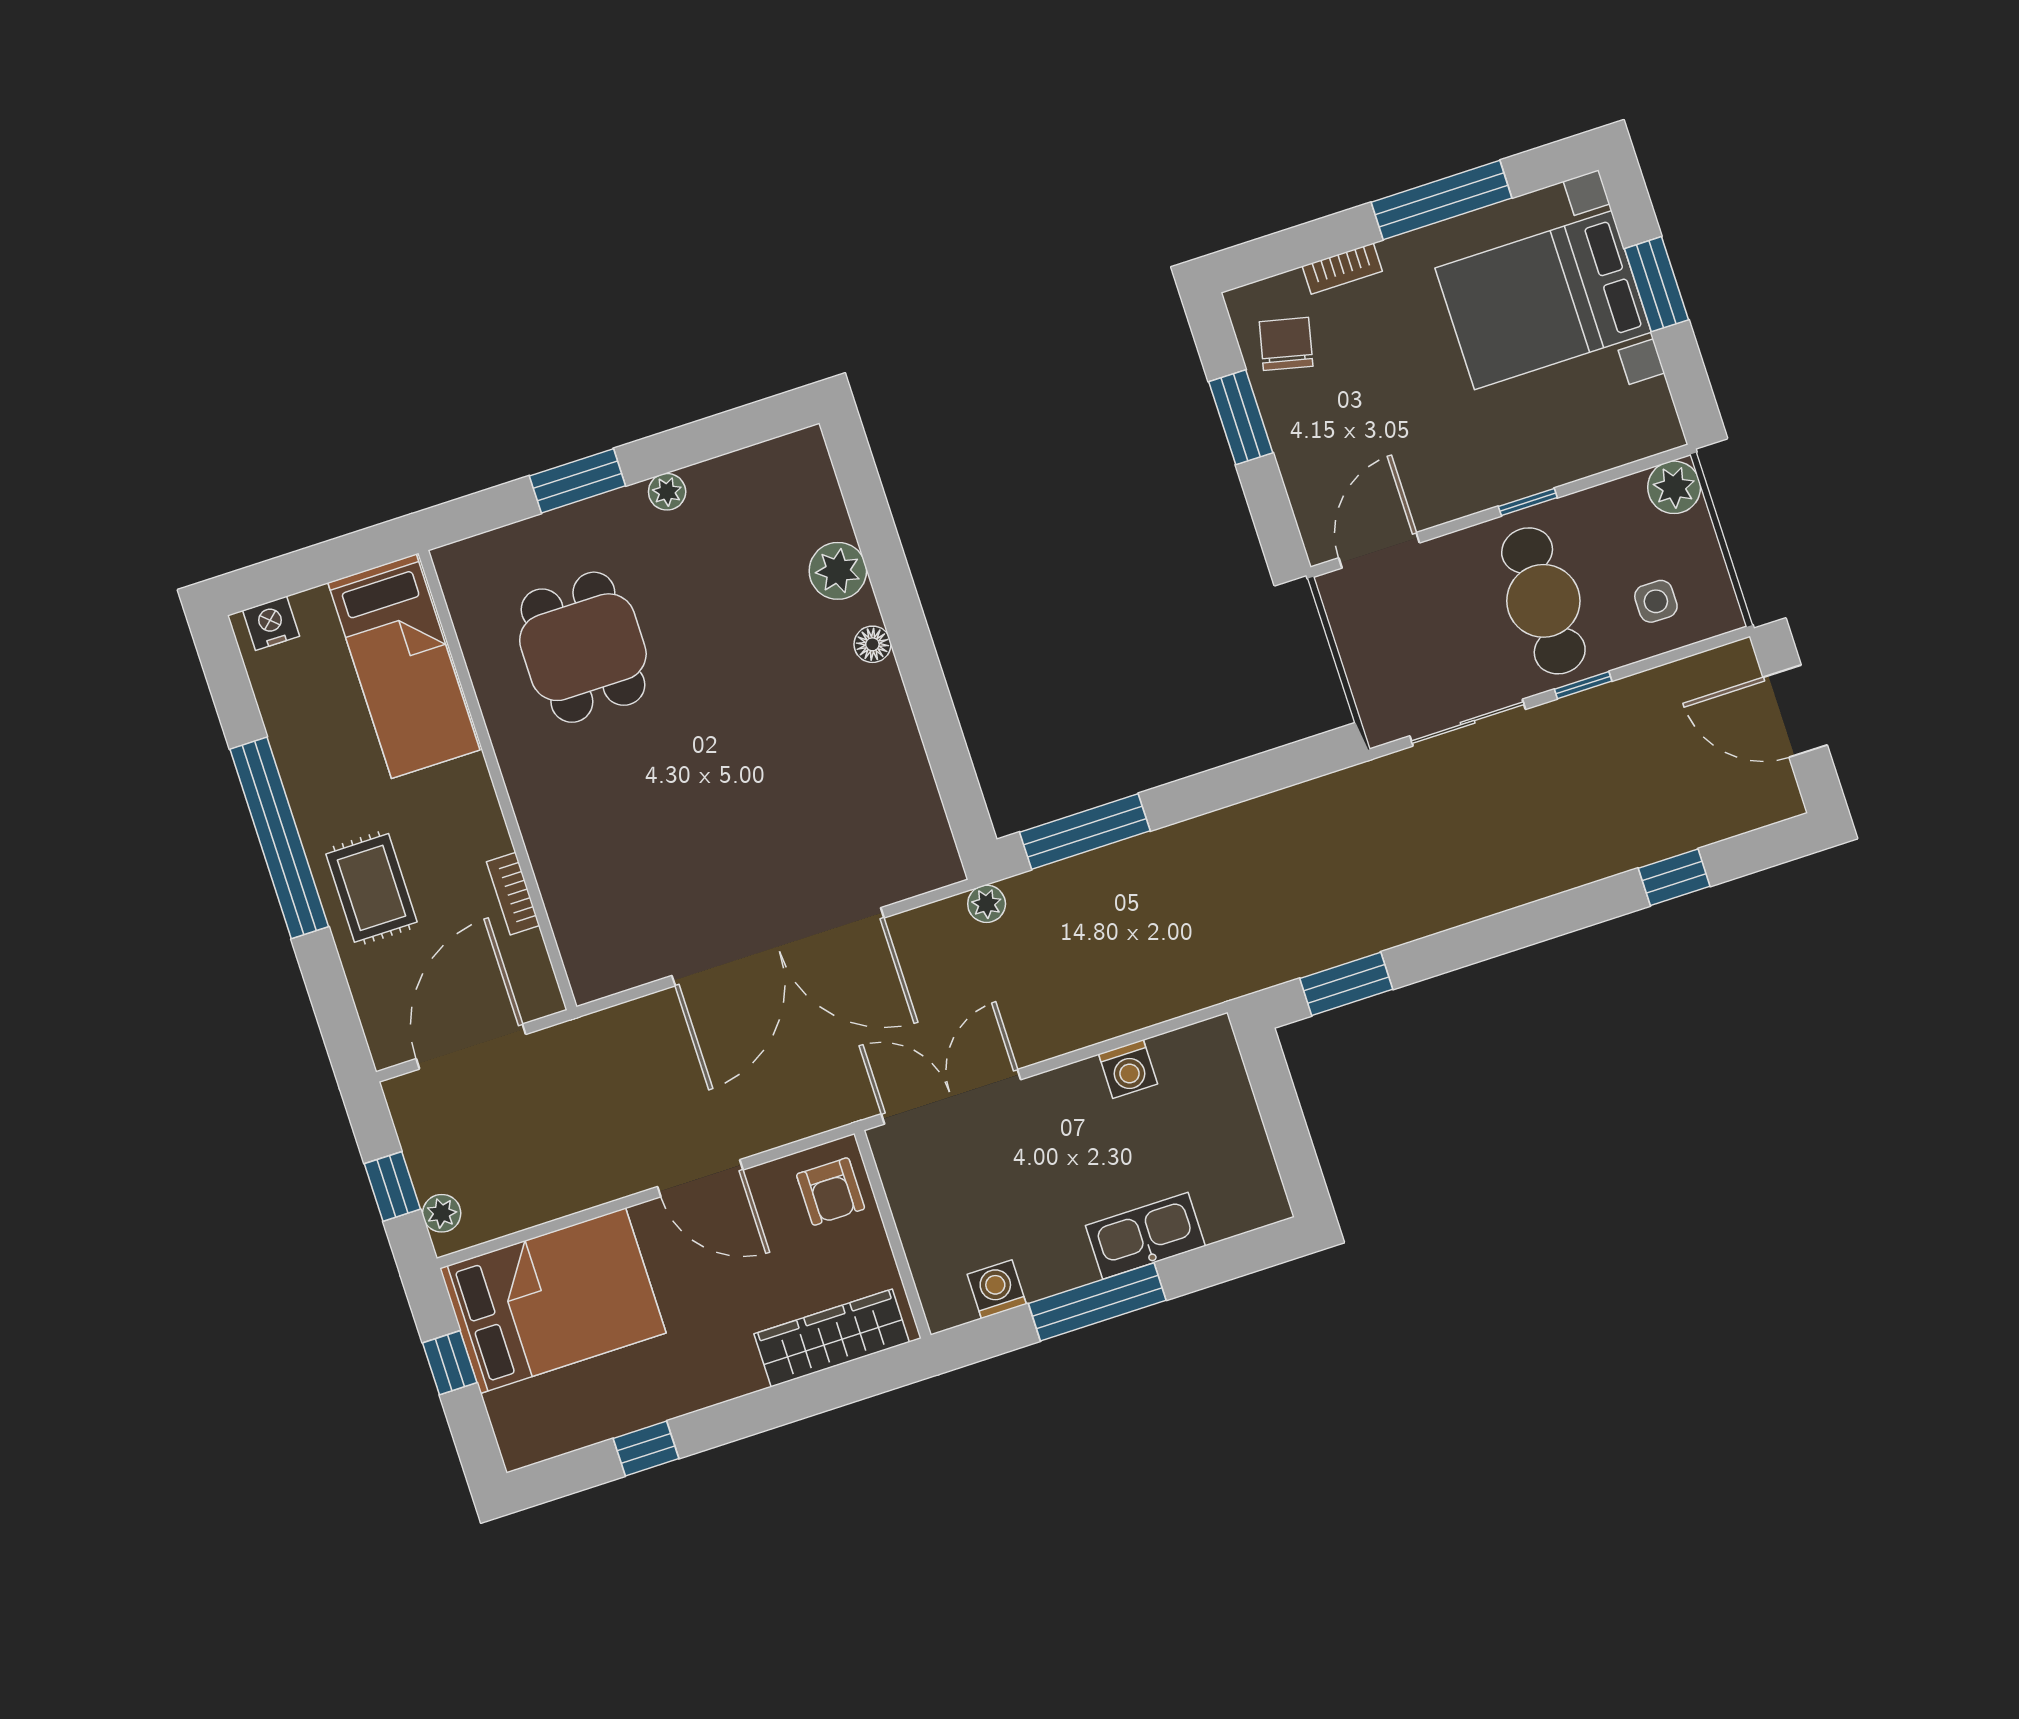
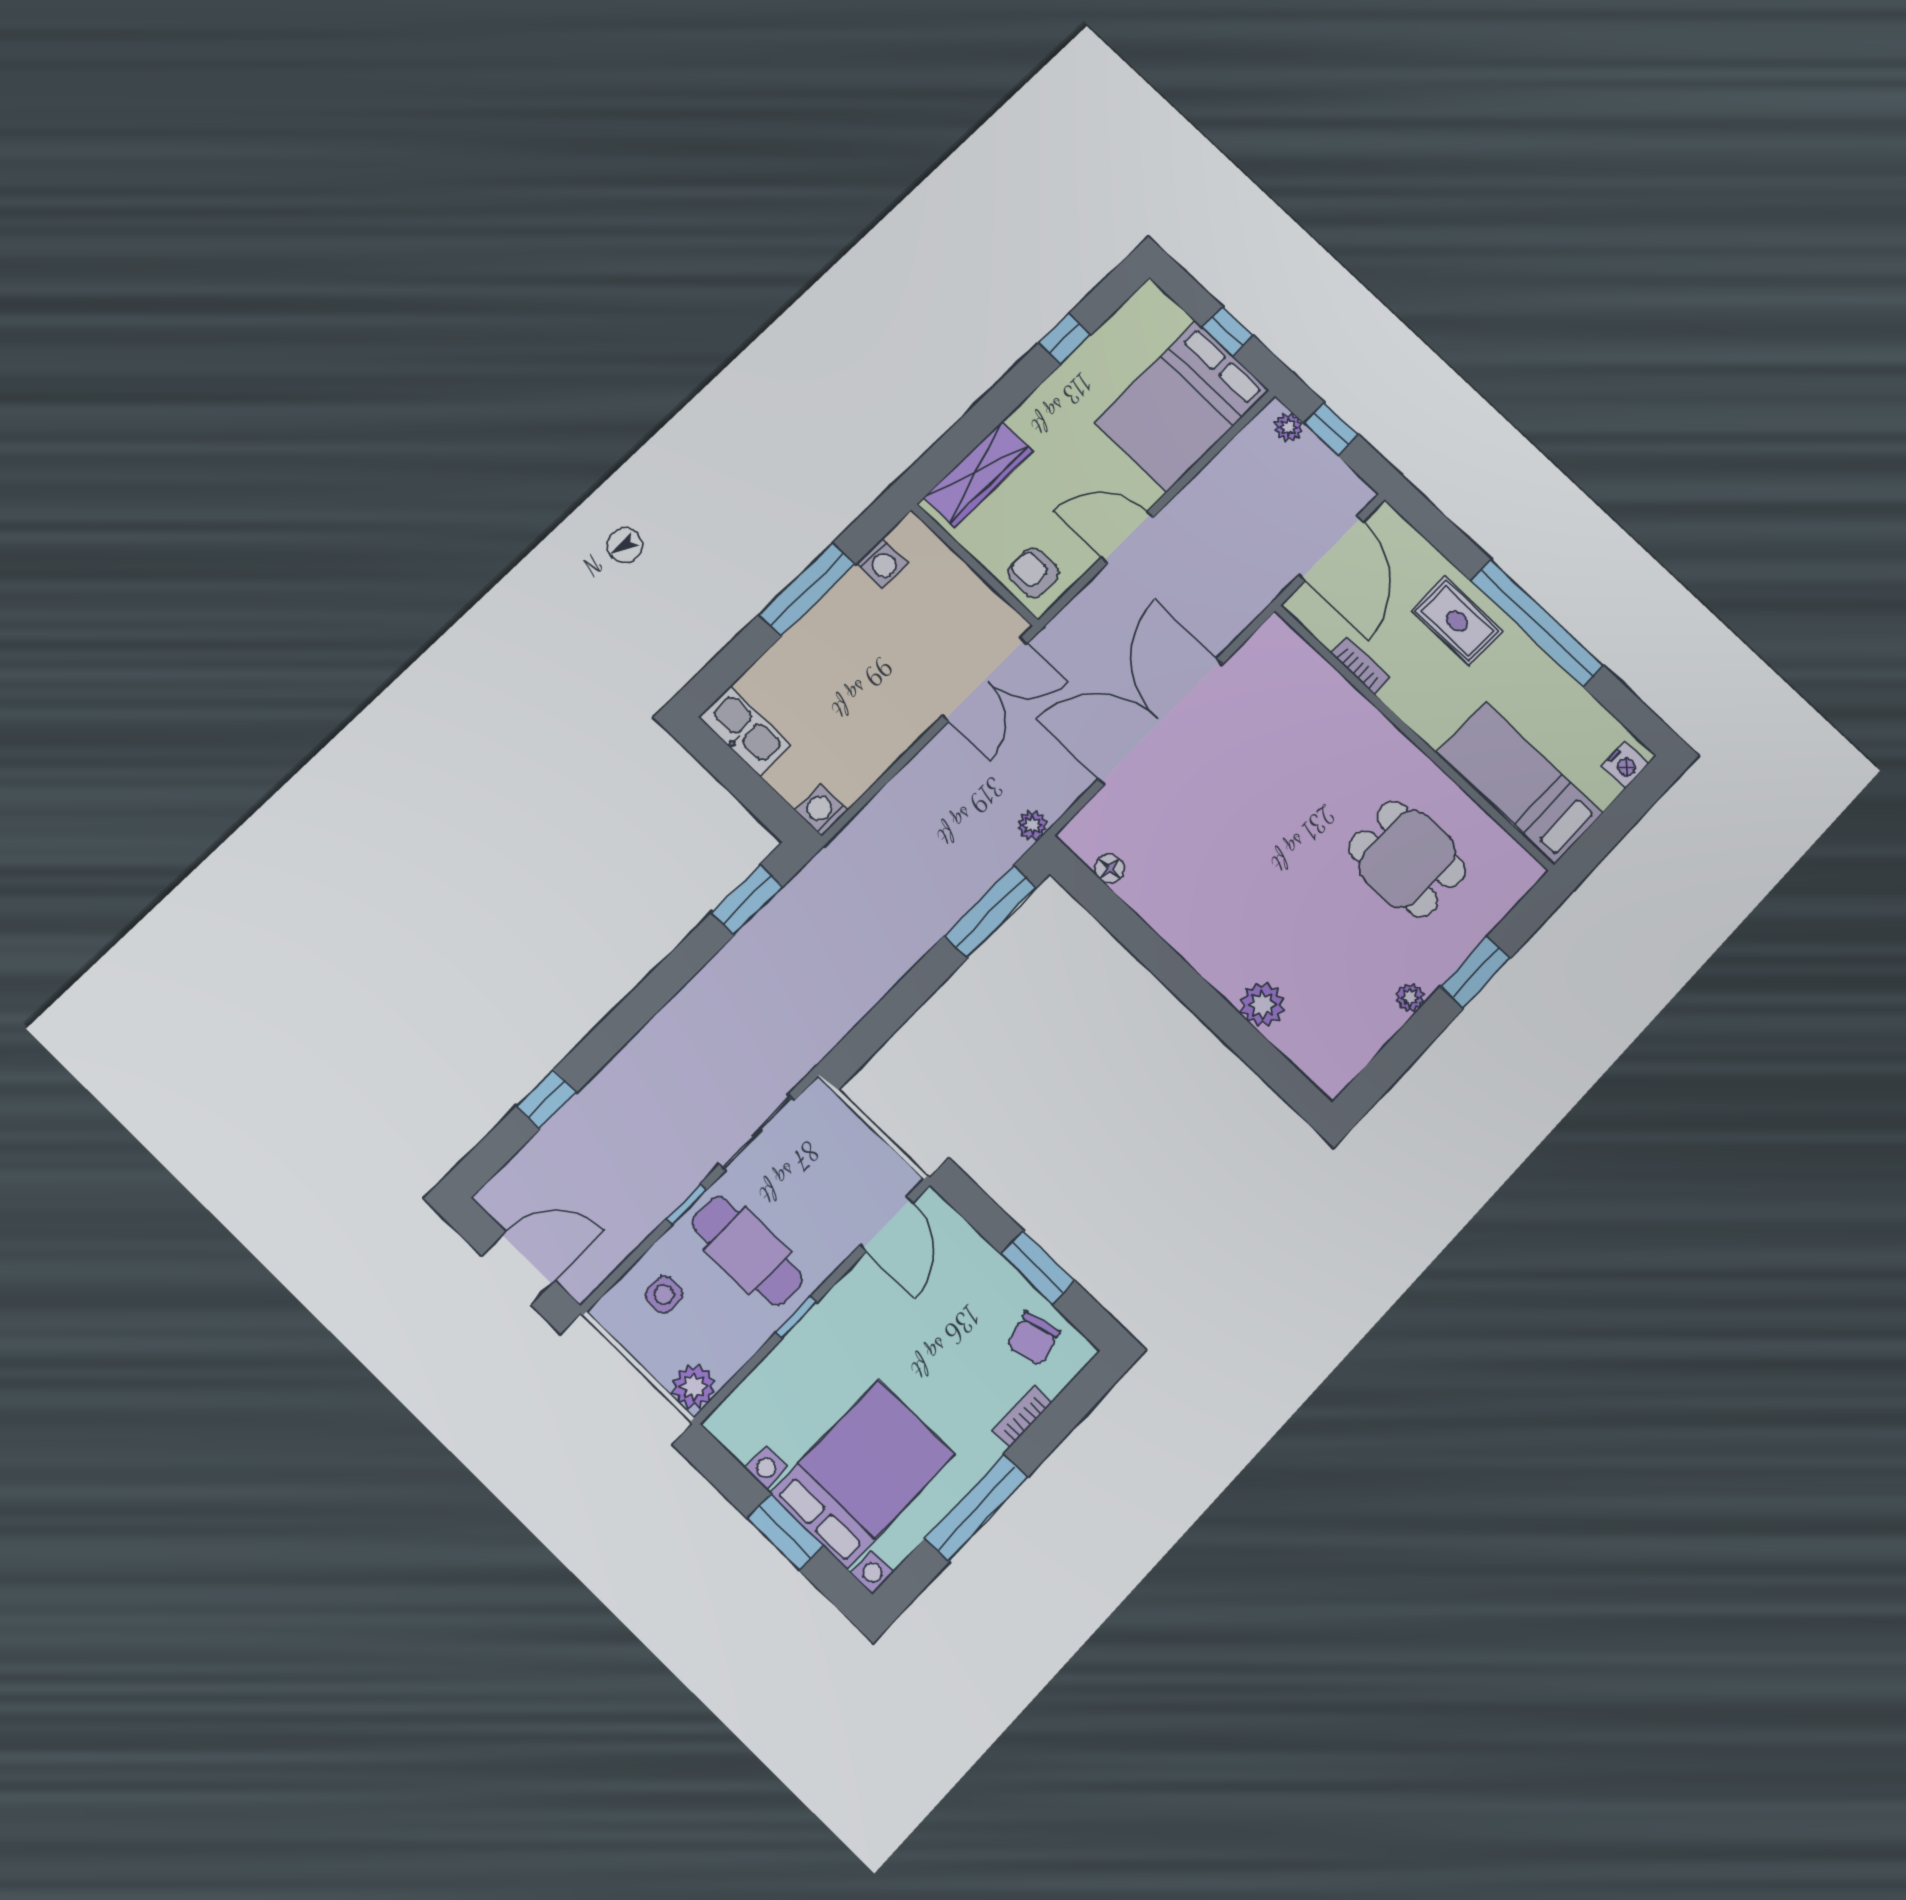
chair: (1286, 344) -> (1033, 1339), turned 63
floor lamp: (872, 644) -> (1109, 869), moved
washing machine: (1128, 1069) -> (821, 810), moved
kitchen sink: (1145, 1236) -> (745, 731), moved, turned -90

